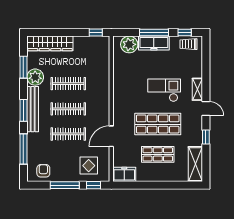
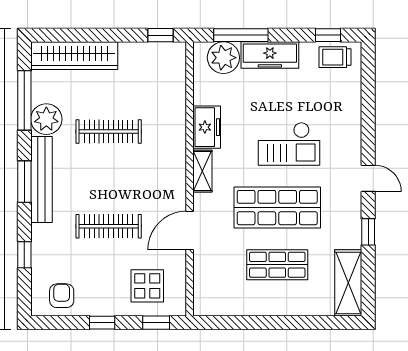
window: (154, 33) -> (241, 35), moved
window: (23, 67) -> (24, 100), width x1.44
shelving: (197, 89) -> (202, 171), moved
checkout: (164, 90) -> (289, 144), turned 180
clothes rail: (68, 109) -> (109, 179), removed
window: (23, 149) -> (24, 255), width x0.46
freezer: (124, 174) -> (207, 127), moved, turned 90
window: (65, 185) -> (102, 323), width x0.46

